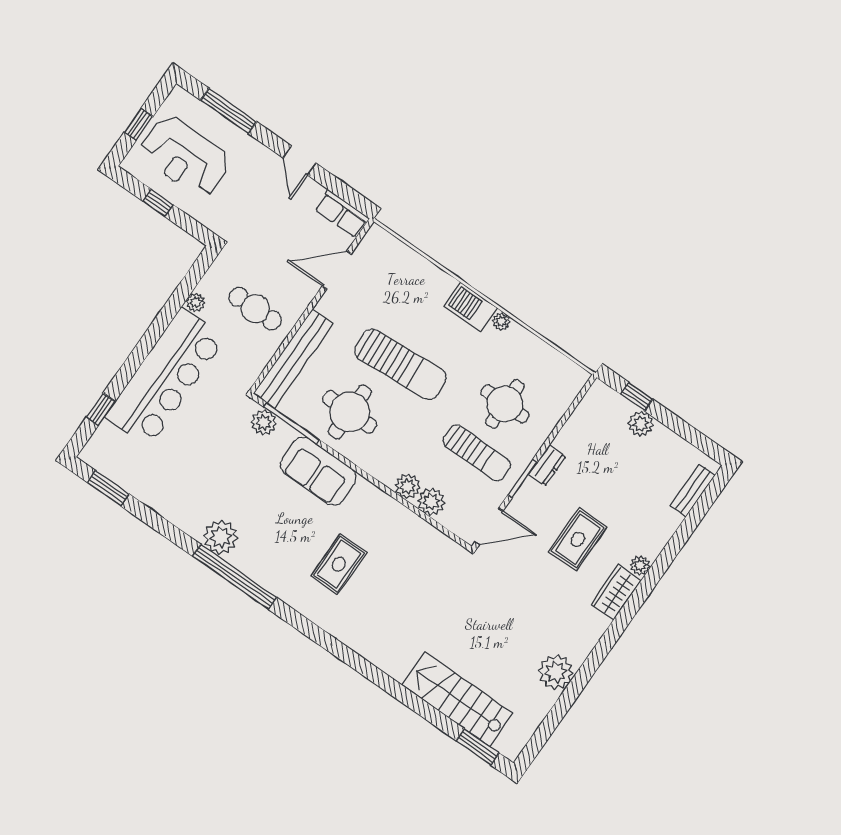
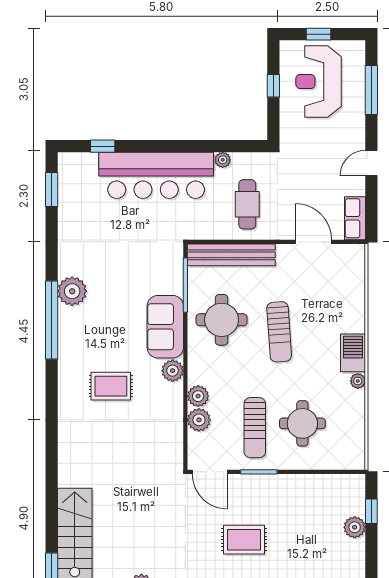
sun lounger: (400, 364) -> (279, 332), width x0.73, depth x0.75
plant: (264, 422) -> (173, 371), moved
dresser: (547, 465) -> (280, 483), removed

